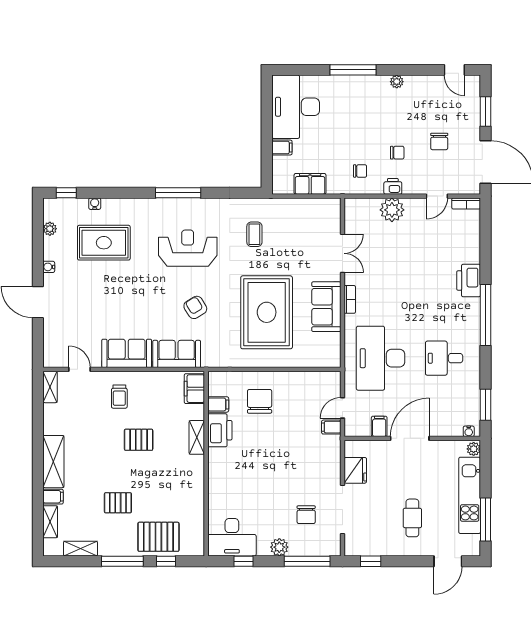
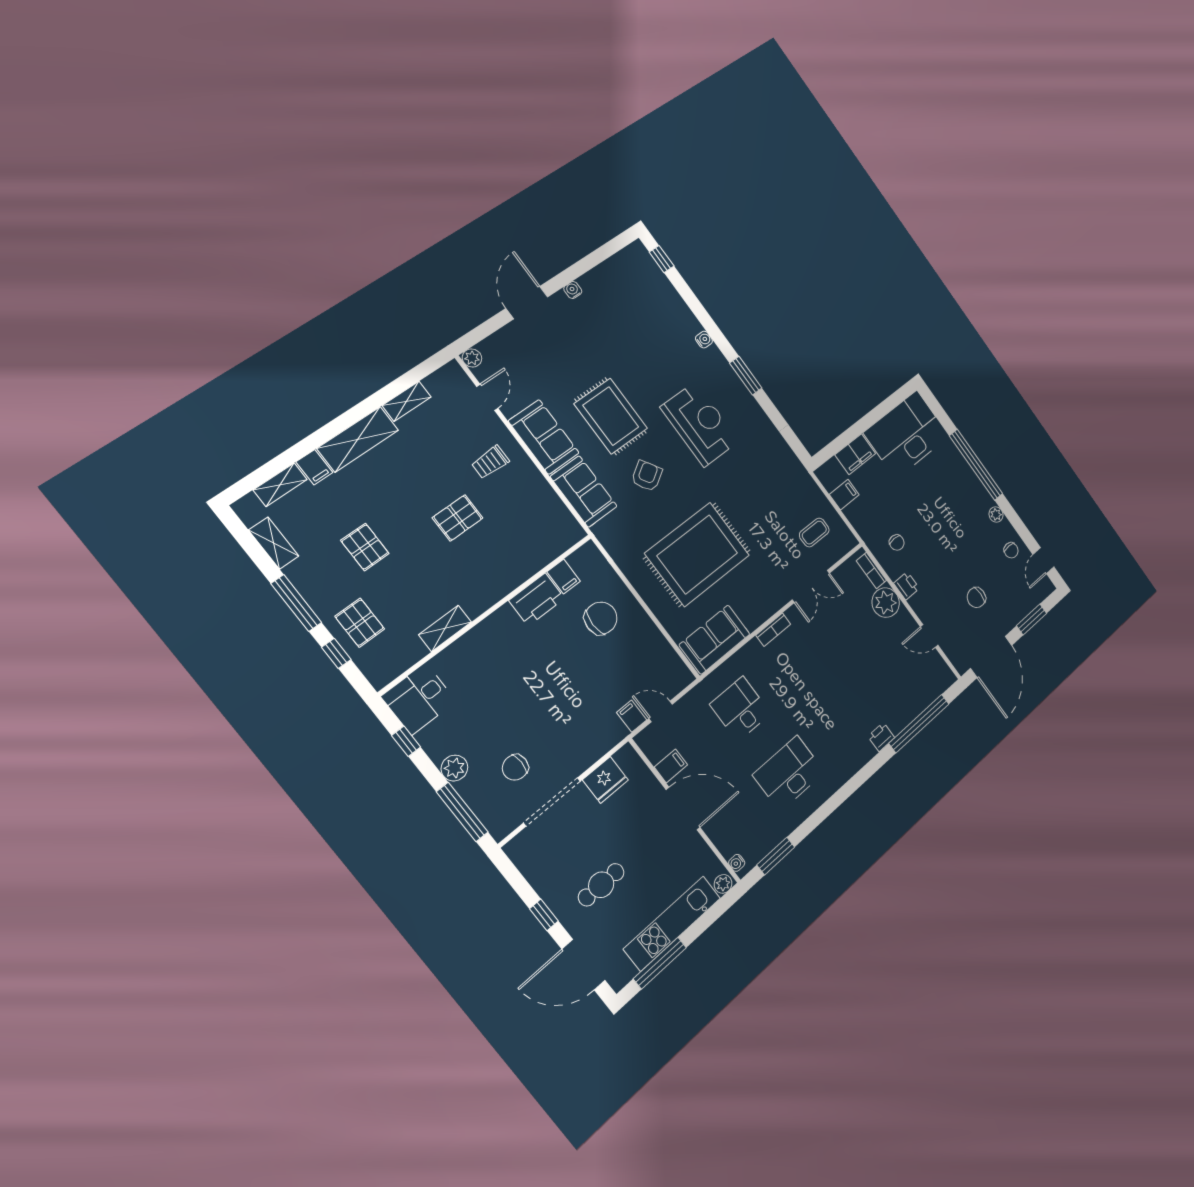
window: (353, 70) -> (976, 465), width x1.46
filing cabinet: (282, 148) -> (855, 454), width x2.00
chair: (397, 153) -> (1011, 550), moved
filing cabinet: (310, 184) -> (844, 495), width x0.50
window: (178, 193) -> (746, 376), width x0.69
water cooler: (95, 204) -> (704, 340), moved
bookcase: (466, 204) -> (871, 571), moved
plant: (50, 229) -> (472, 358), moved
coffee table: (254, 234) -> (814, 532), moved
rug: (104, 243) -> (611, 416), moved
printer: (469, 280) -> (881, 737), width x0.53, depth x0.68
sofa: (326, 307) -> (715, 640), moved
window: (485, 315) -> (919, 723), moved
desk: (381, 358) -> (740, 709), width x0.53, depth x0.77
desk: (444, 358) -> (789, 773), width x1.37
shelving: (50, 387) -> (407, 401), moved
filing cabinet: (194, 389) -> (561, 538), removed
shelving: (197, 437) -> (445, 628), moved
pallet: (139, 440) -> (458, 518), turned 90
pallet: (158, 537) -> (360, 623), width x0.67, depth x0.71
desk: (232, 537) -> (419, 699), width x0.73
window: (371, 561) -> (544, 915), moved
door: (448, 561) -> (583, 965), width x1.36

